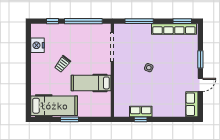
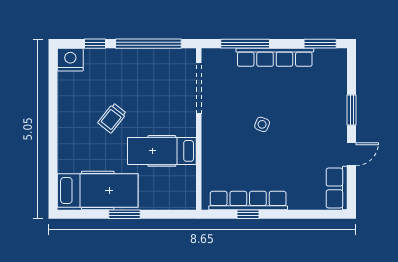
row of seats: (174, 29) -> (275, 57), moved
nightstand: (38, 45) -> (70, 60), moved, turned 90
row of seats: (141, 111) -> (248, 200), width x2.02

